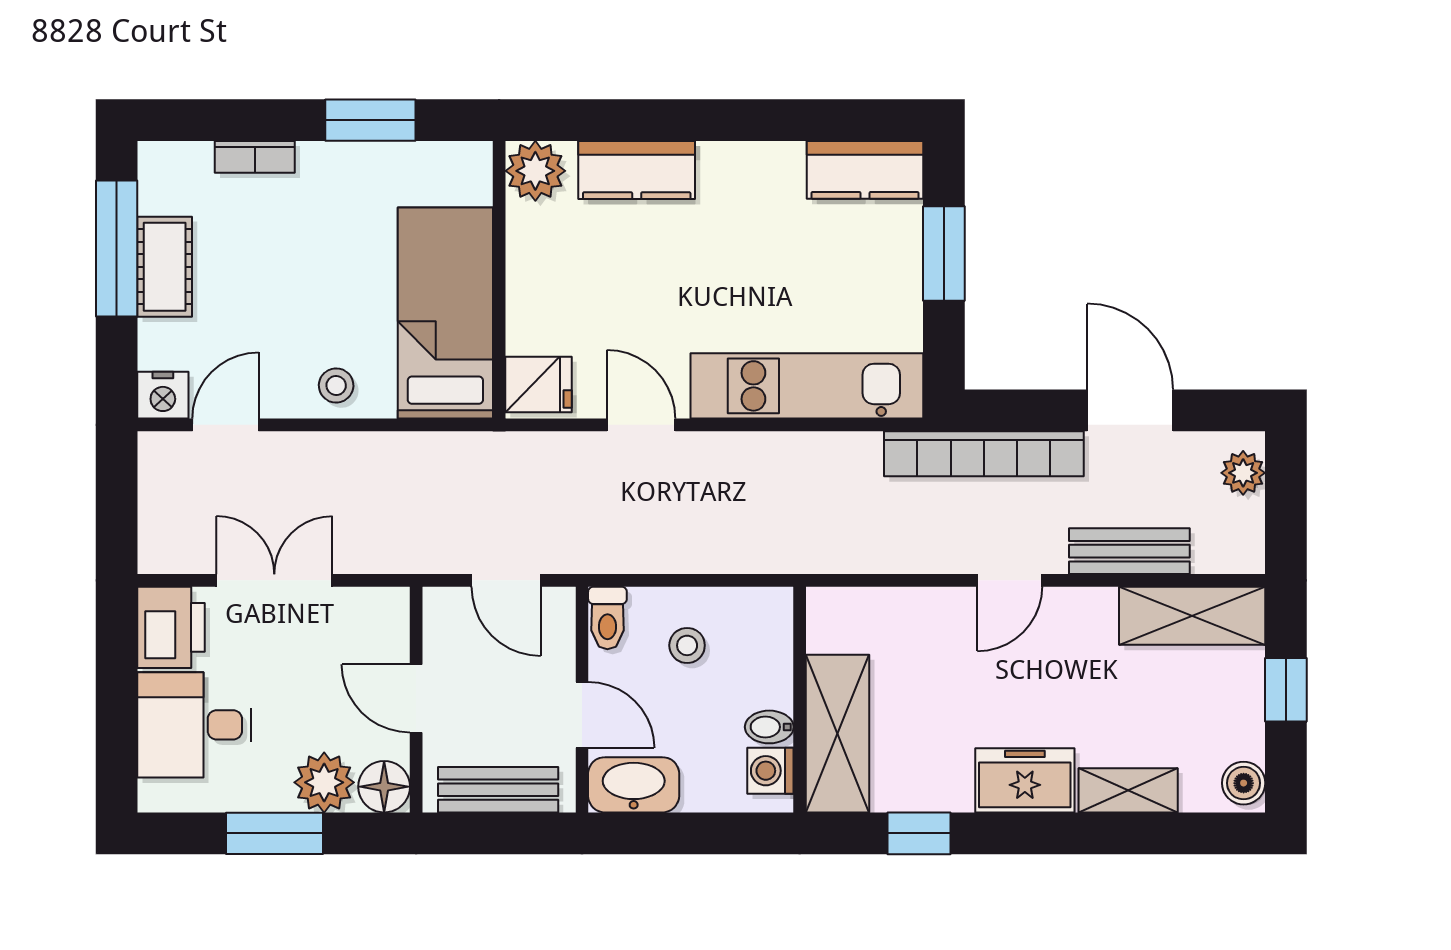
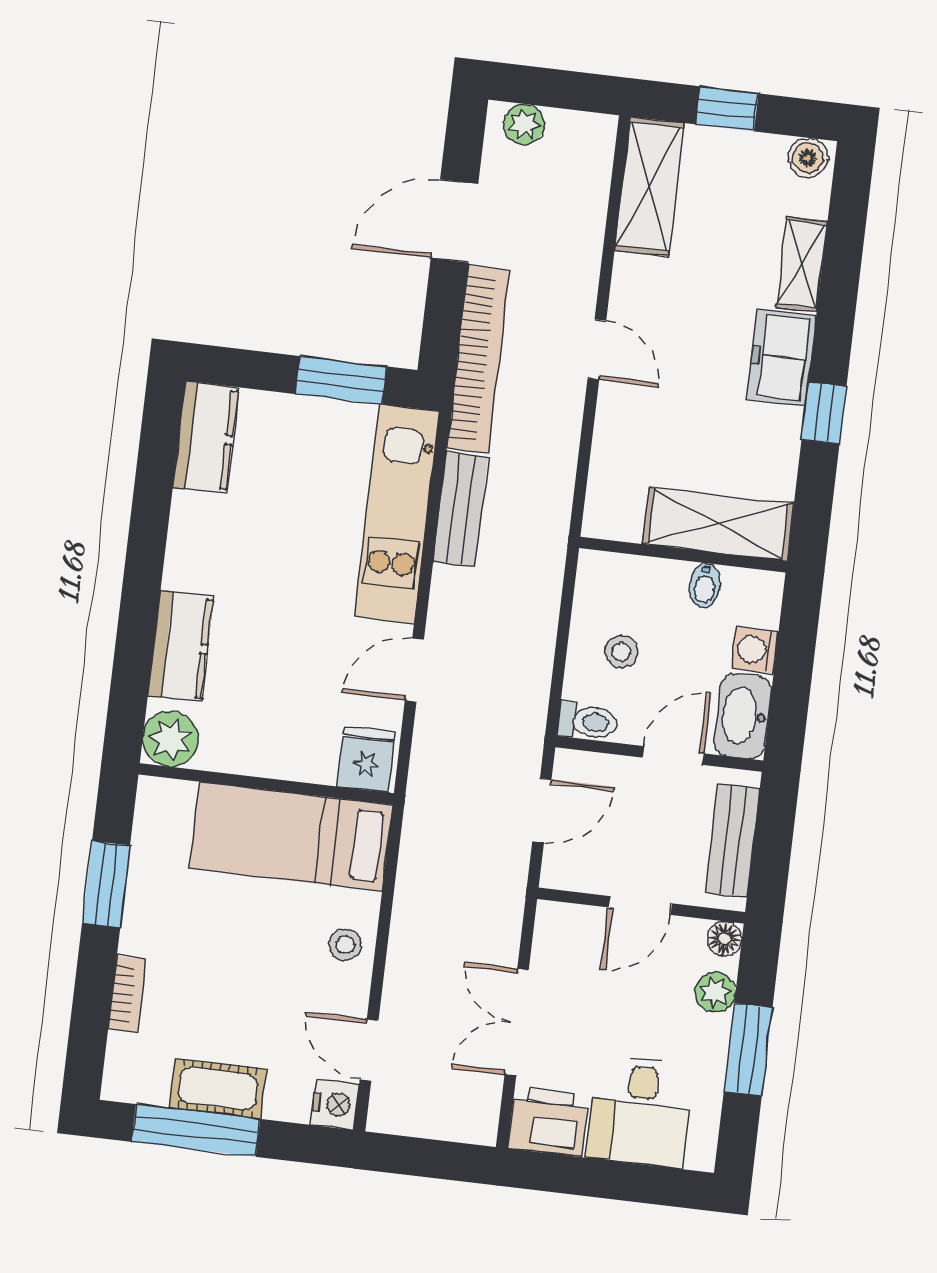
window: (944, 254) -> (341, 380), moved
bench: (1129, 551) -> (461, 510), moved
washing machine: (770, 771) -> (755, 650), moved, turned 90
plant: (324, 782) -> (715, 992), width x0.73, depth x0.73
floor lamp: (384, 787) -> (725, 939), width x0.73, depth x0.73
window: (919, 833) -> (824, 413), moved

